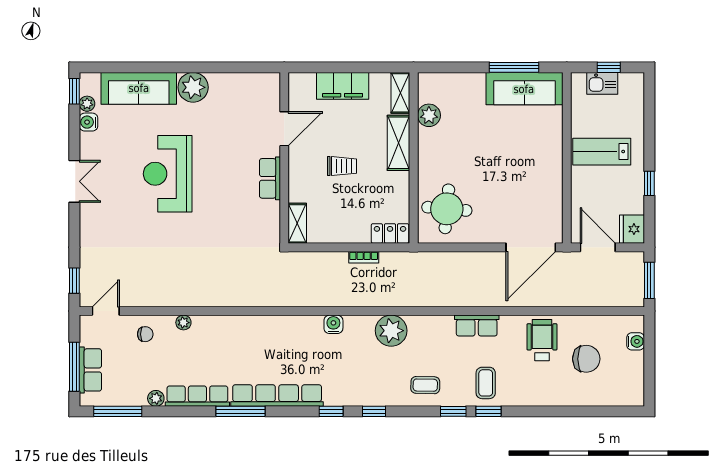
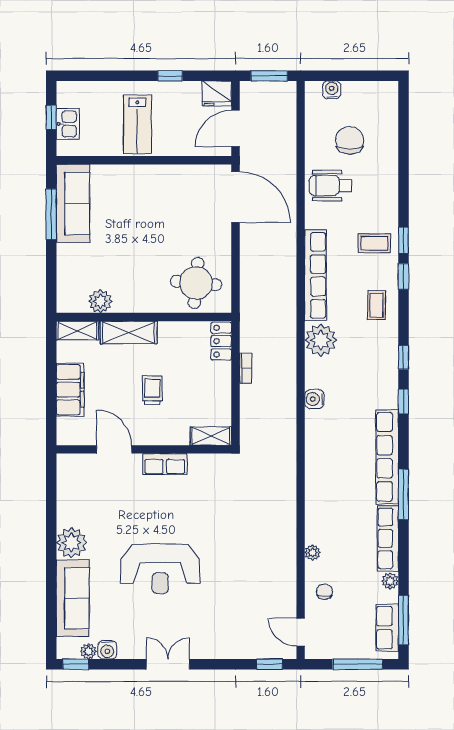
row of seats: (477, 326) -> (316, 275), width x2.02
row of seats: (90, 370) -> (387, 628), moved, turned -90

